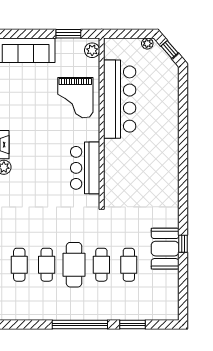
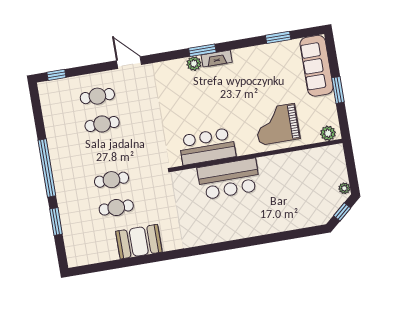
window: (68, 34) -> (338, 90), moved
bar counter: (120, 99) -> (229, 179), moved, width x0.73
window: (183, 244) -> (147, 259), removed
cafe table: (74, 265) -> (107, 152), removed

